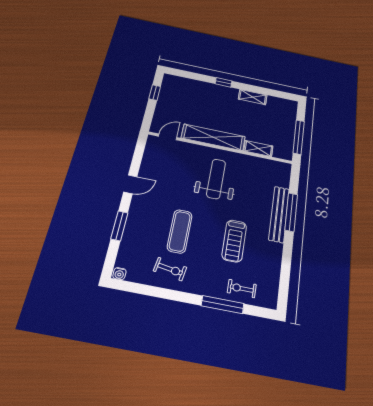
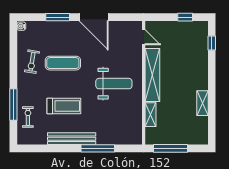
window: (223, 82) -> (212, 43), moved
door: (130, 184) -> (94, 17), width x1.88
bench: (279, 214) -> (72, 139), moved
treadmill: (234, 241) -> (64, 106), turned 180

